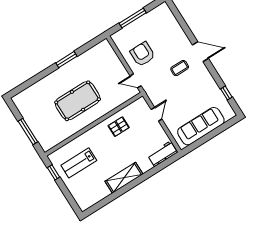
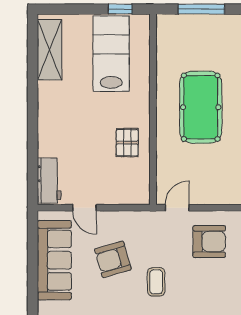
armchair: (182, 97) -> (113, 259), added
door: (157, 114) -> (84, 208), moved
lab bench: (79, 163) -> (111, 54), width x1.36, depth x1.39
shelving: (124, 178) -> (50, 50), moved

